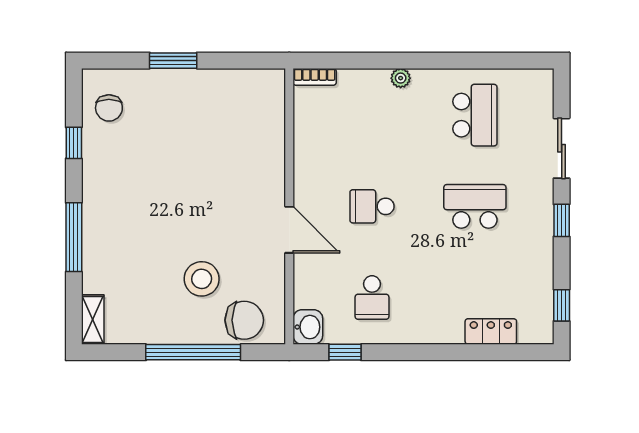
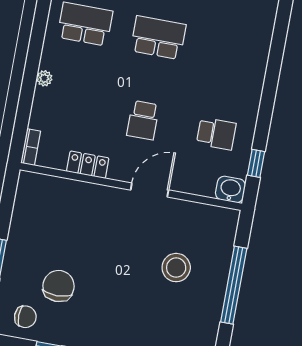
school desk: (475, 206) -> (158, 38), turned 90
chair: (244, 320) -> (59, 286), moved
locker: (491, 331) -> (88, 165), moved, turned 90

